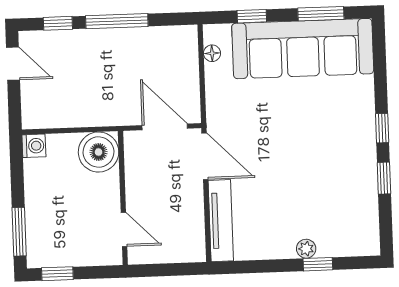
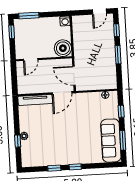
window: (117, 21) -> (118, 55), width x0.69
sofa: (303, 49) -> (111, 141), width x0.74, depth x0.79
door: (165, 127) -> (74, 76), swing flipped

